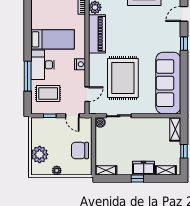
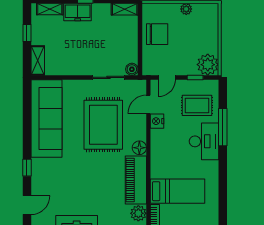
bed: (53, 39) -> (178, 191), moved, turned 180
floor lamp: (94, 60) -> (139, 148), added
nightstand: (80, 64) -> (157, 121), moved
door: (72, 116) -> (167, 77), swing flipped
plant: (40, 154) -> (208, 65), moved

